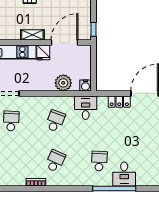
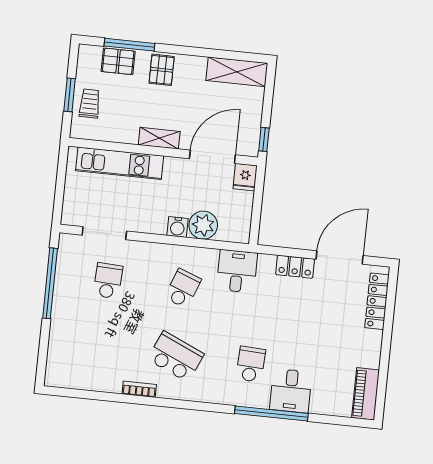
fridge: (43, 52) -> (245, 177), moved
water cooler: (85, 86) -> (177, 227), moved
school desk: (55, 161) -> (176, 357), width x1.85

